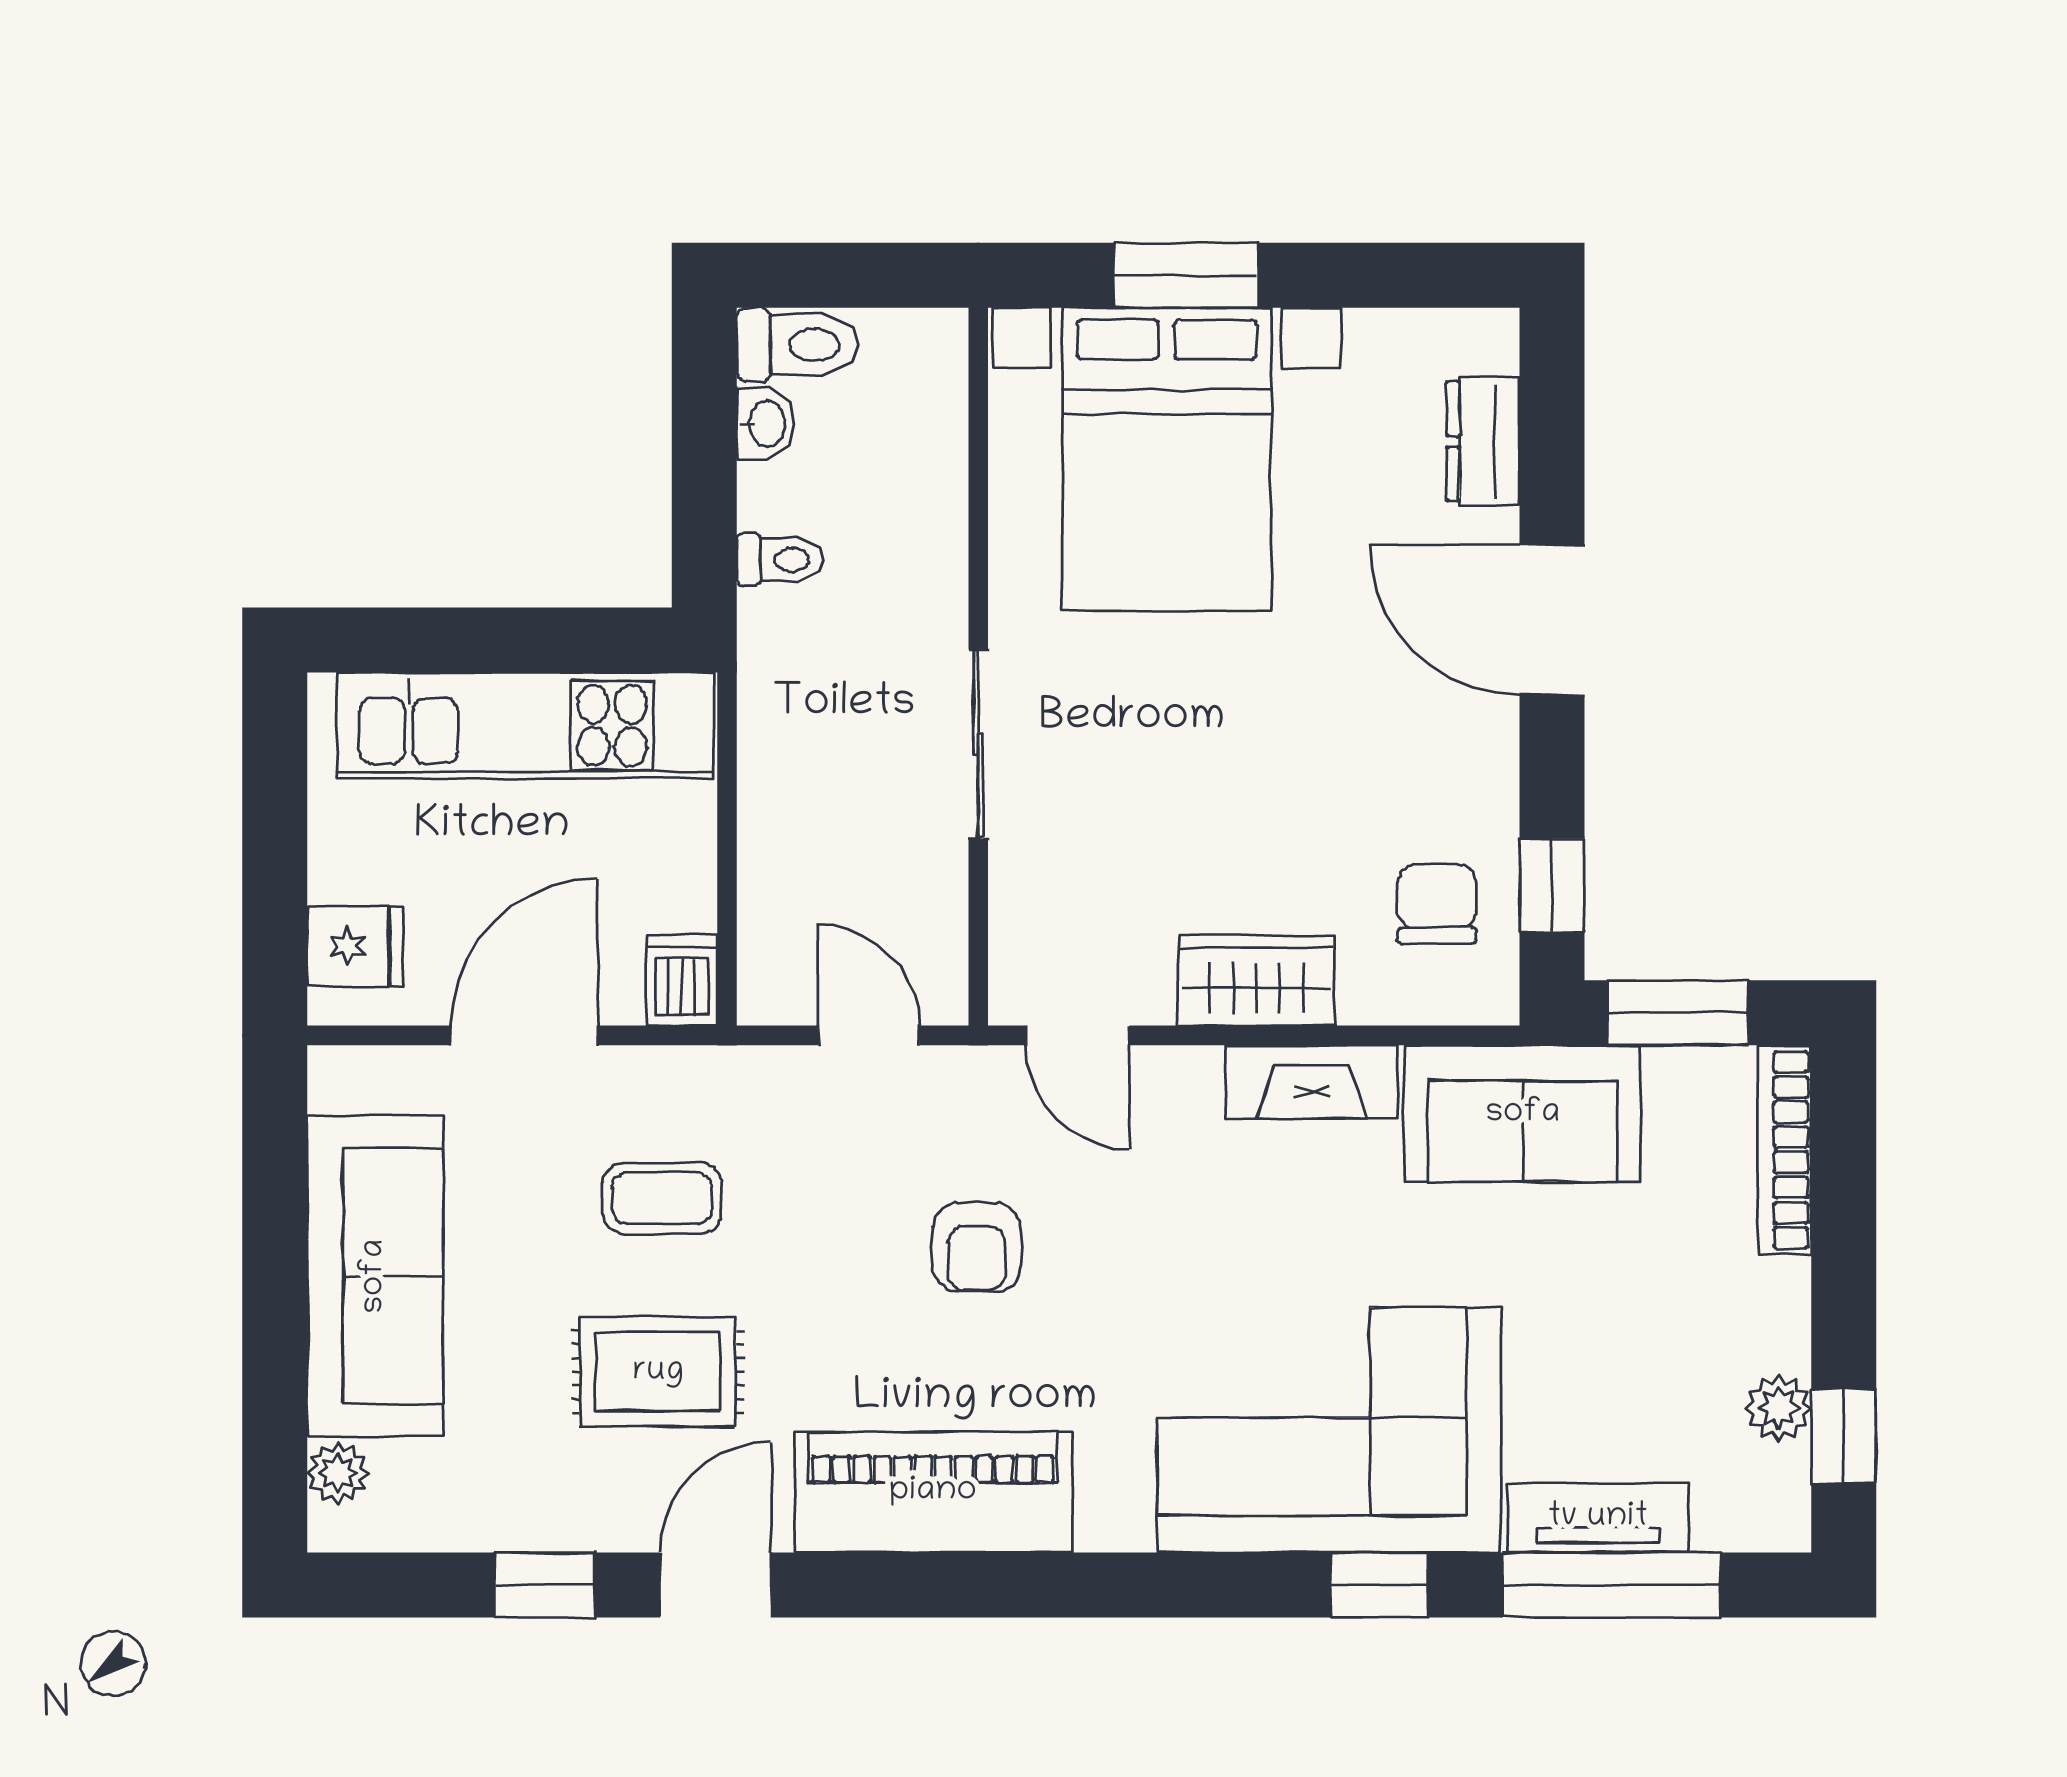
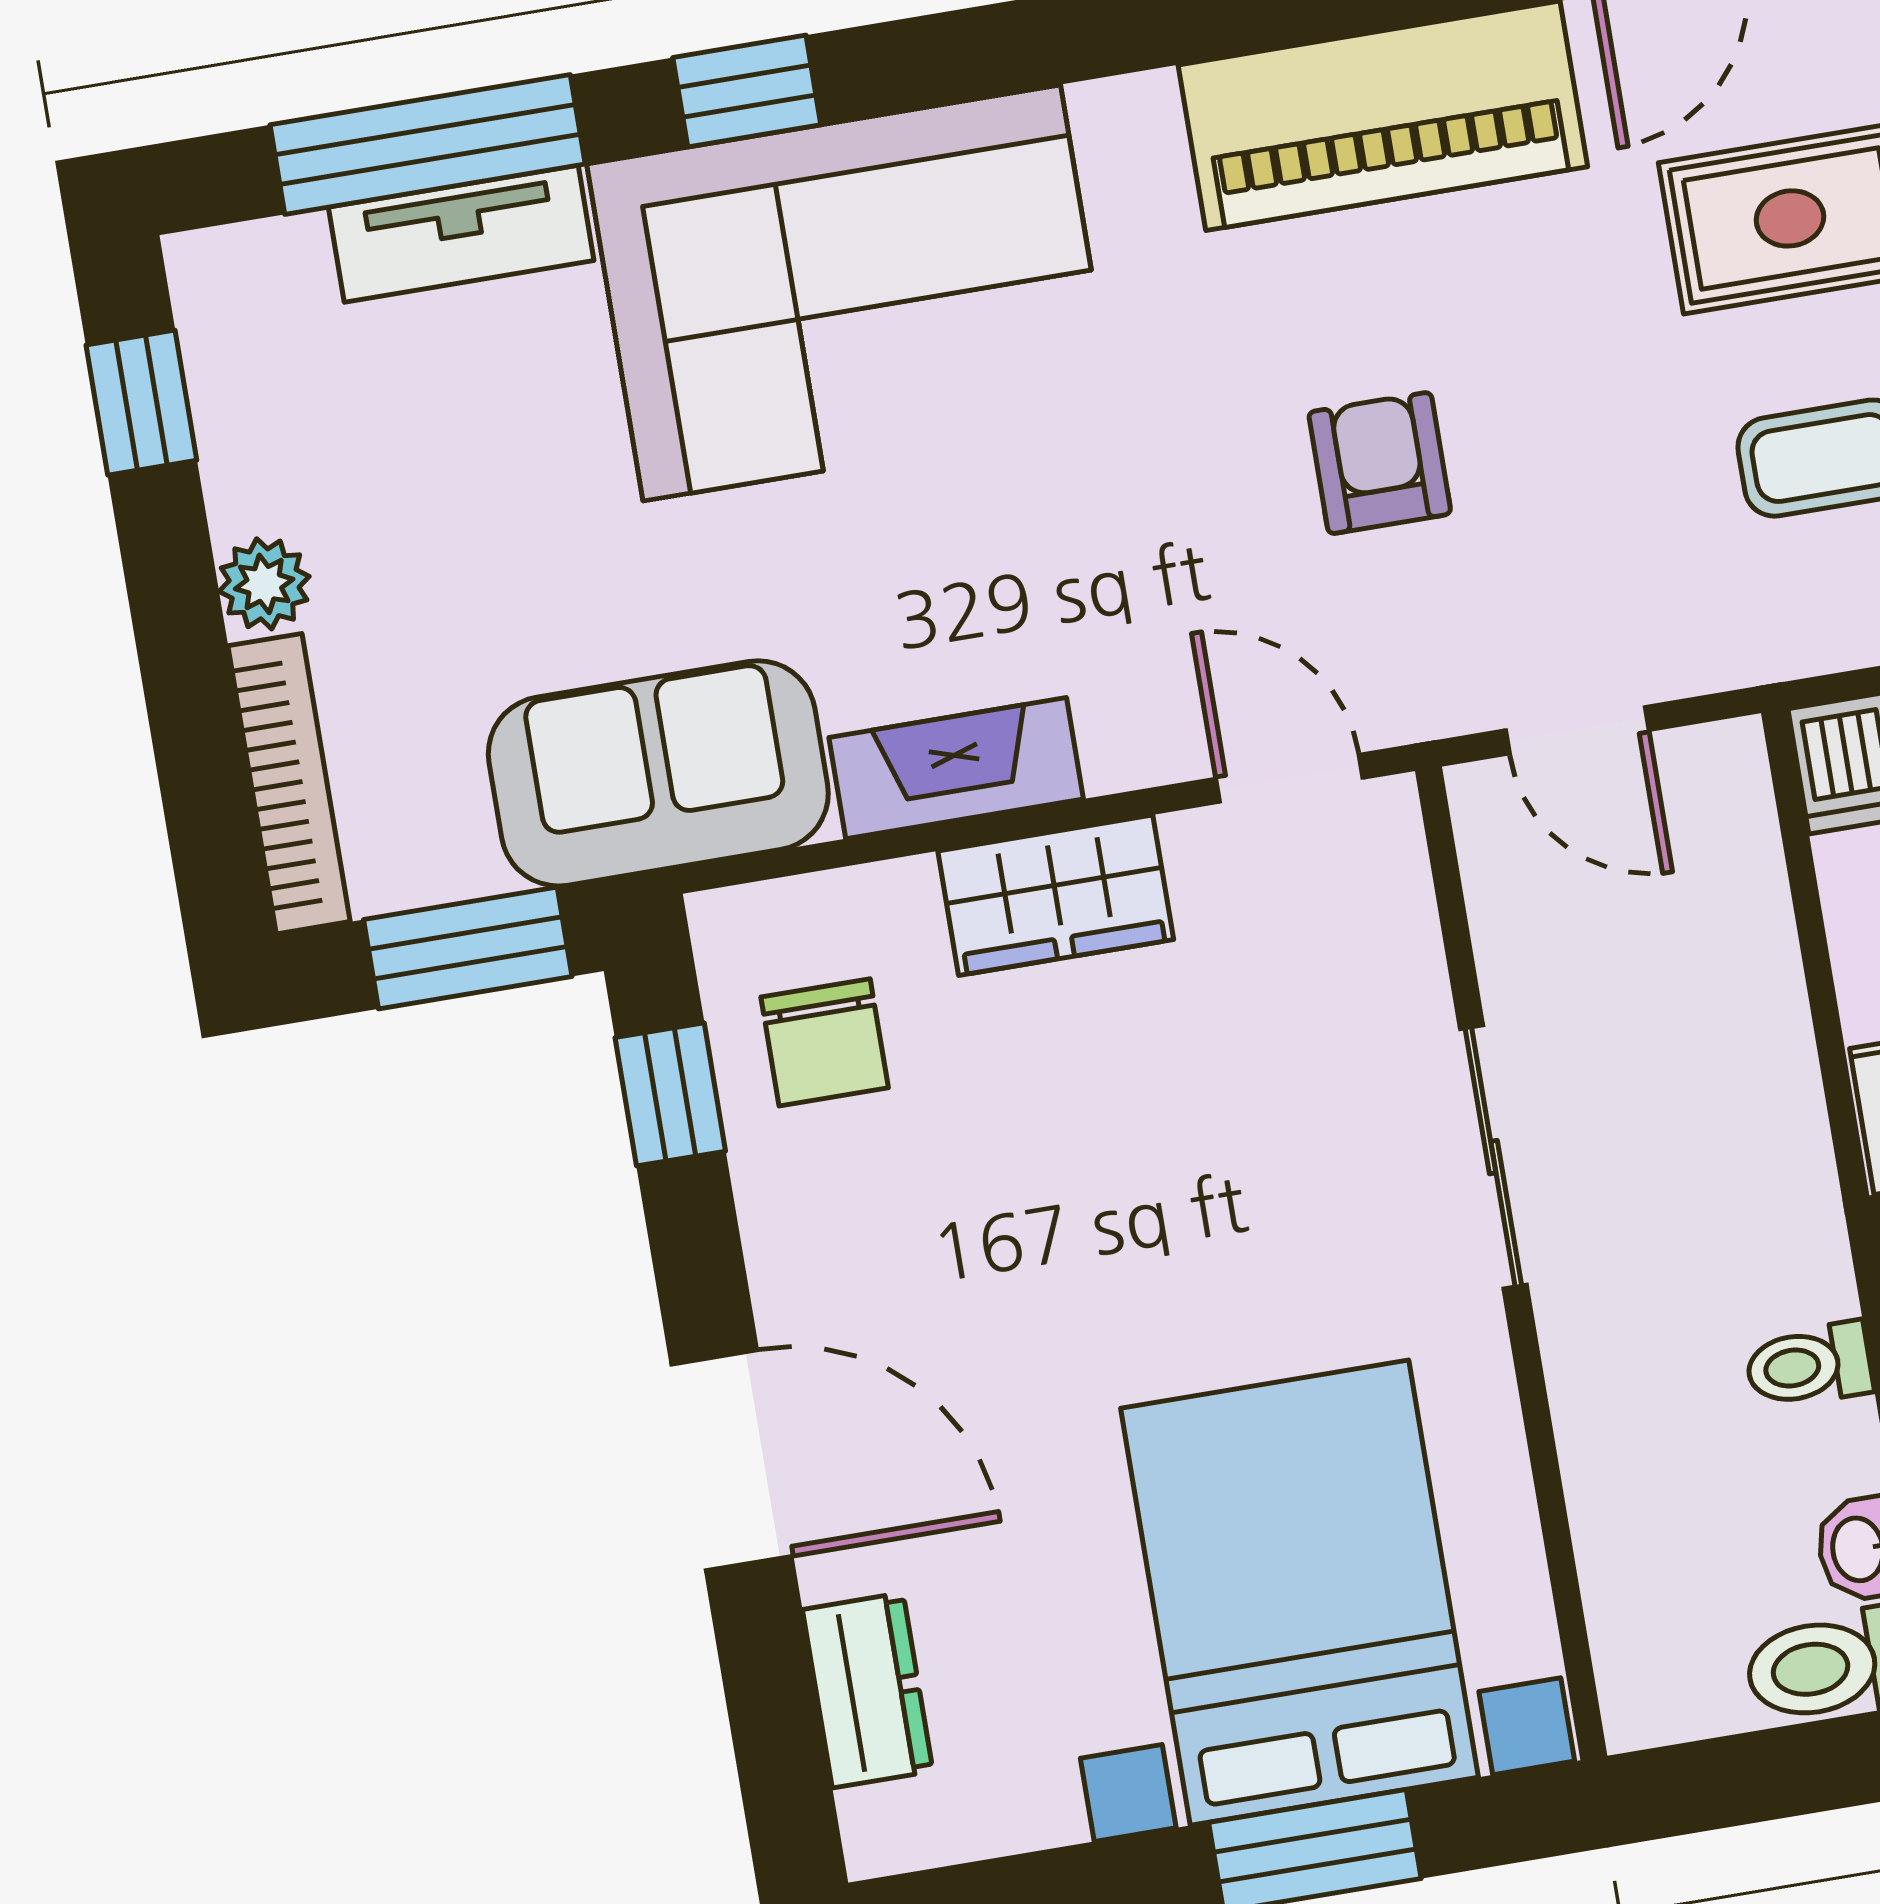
plant: (1778, 1408) -> (264, 584), moved

